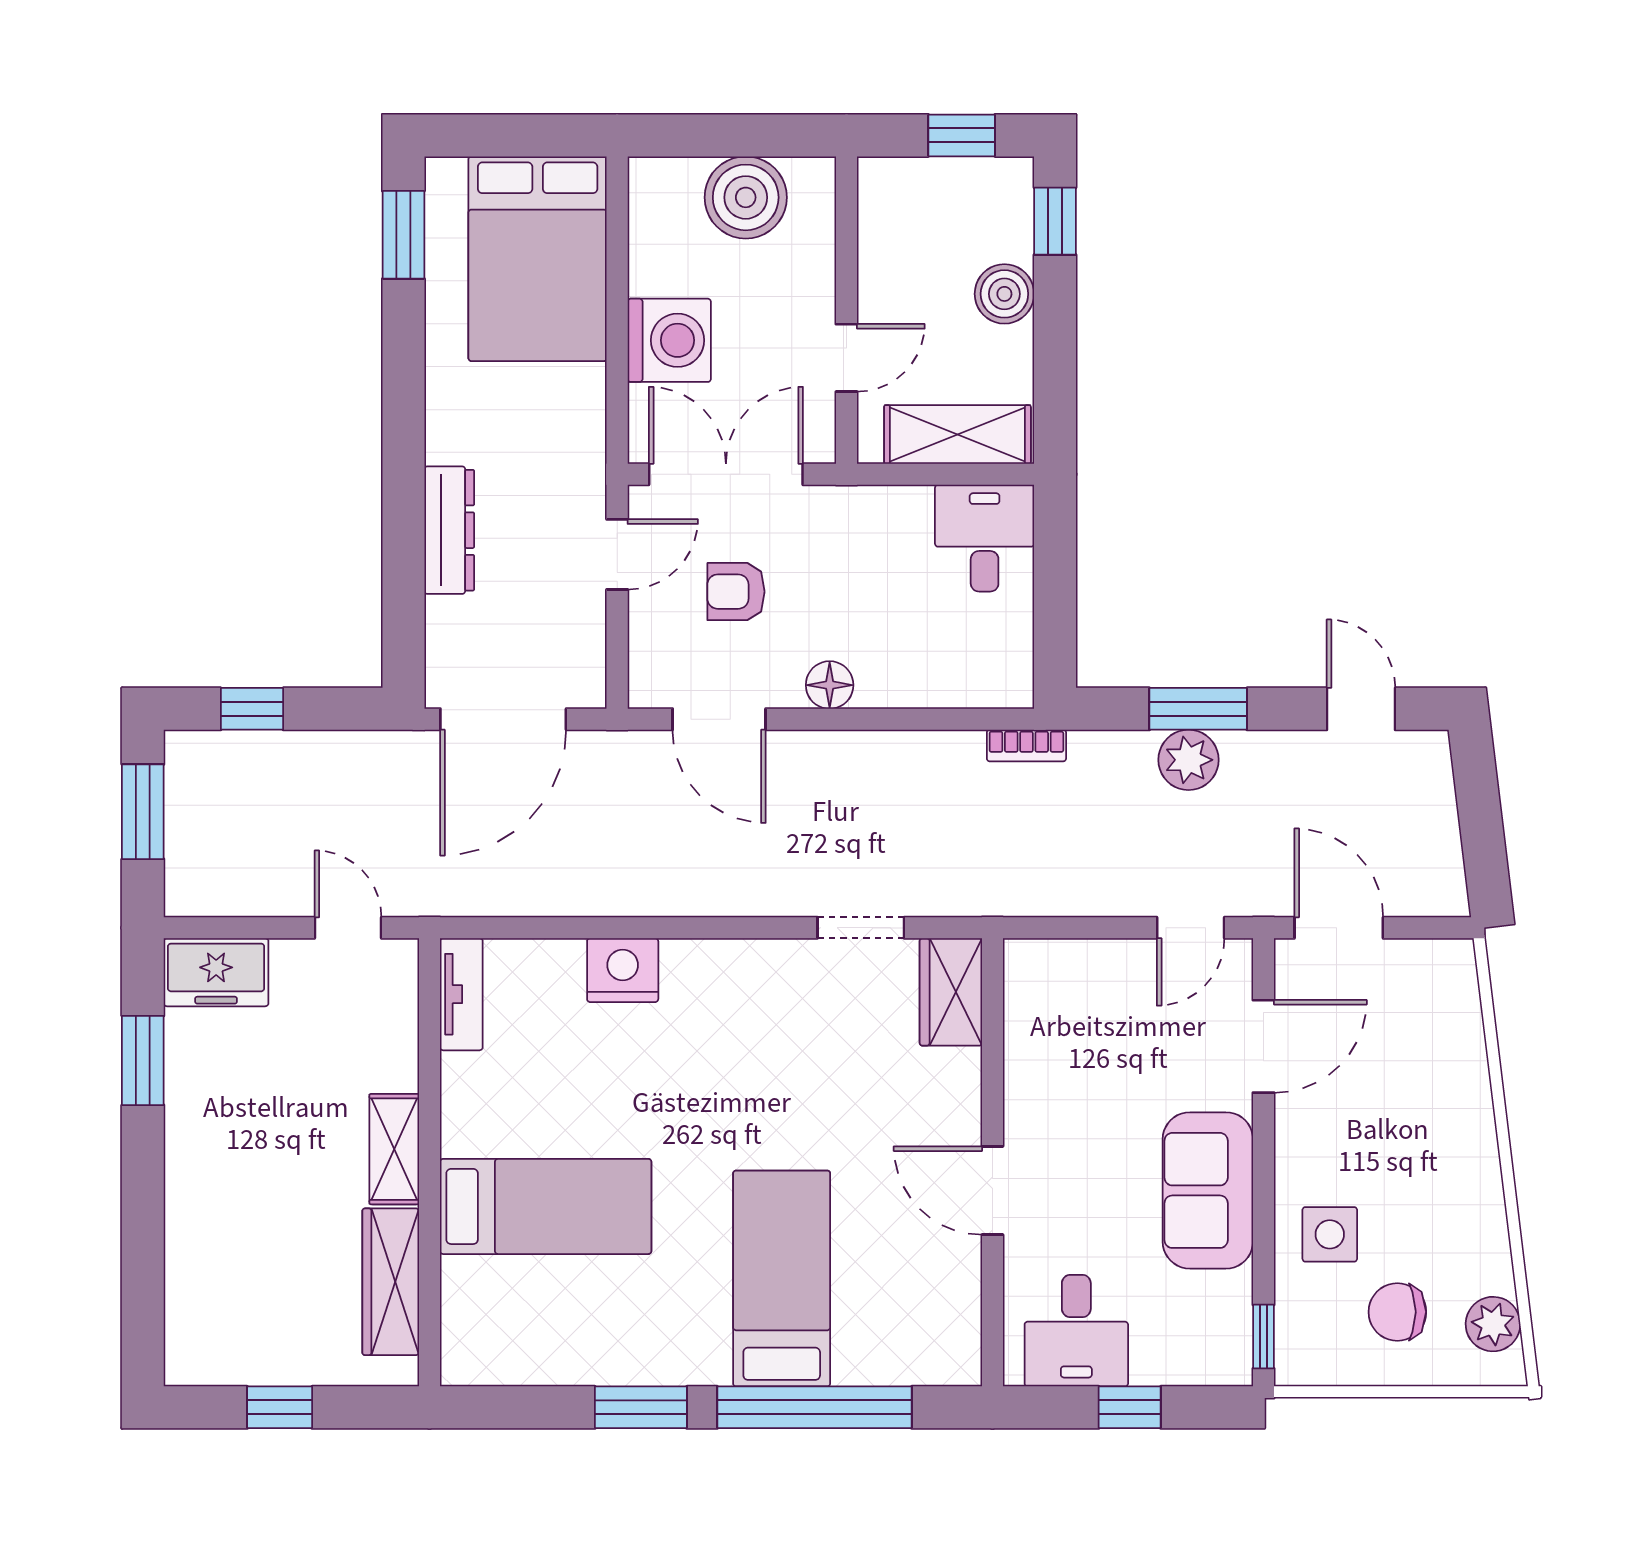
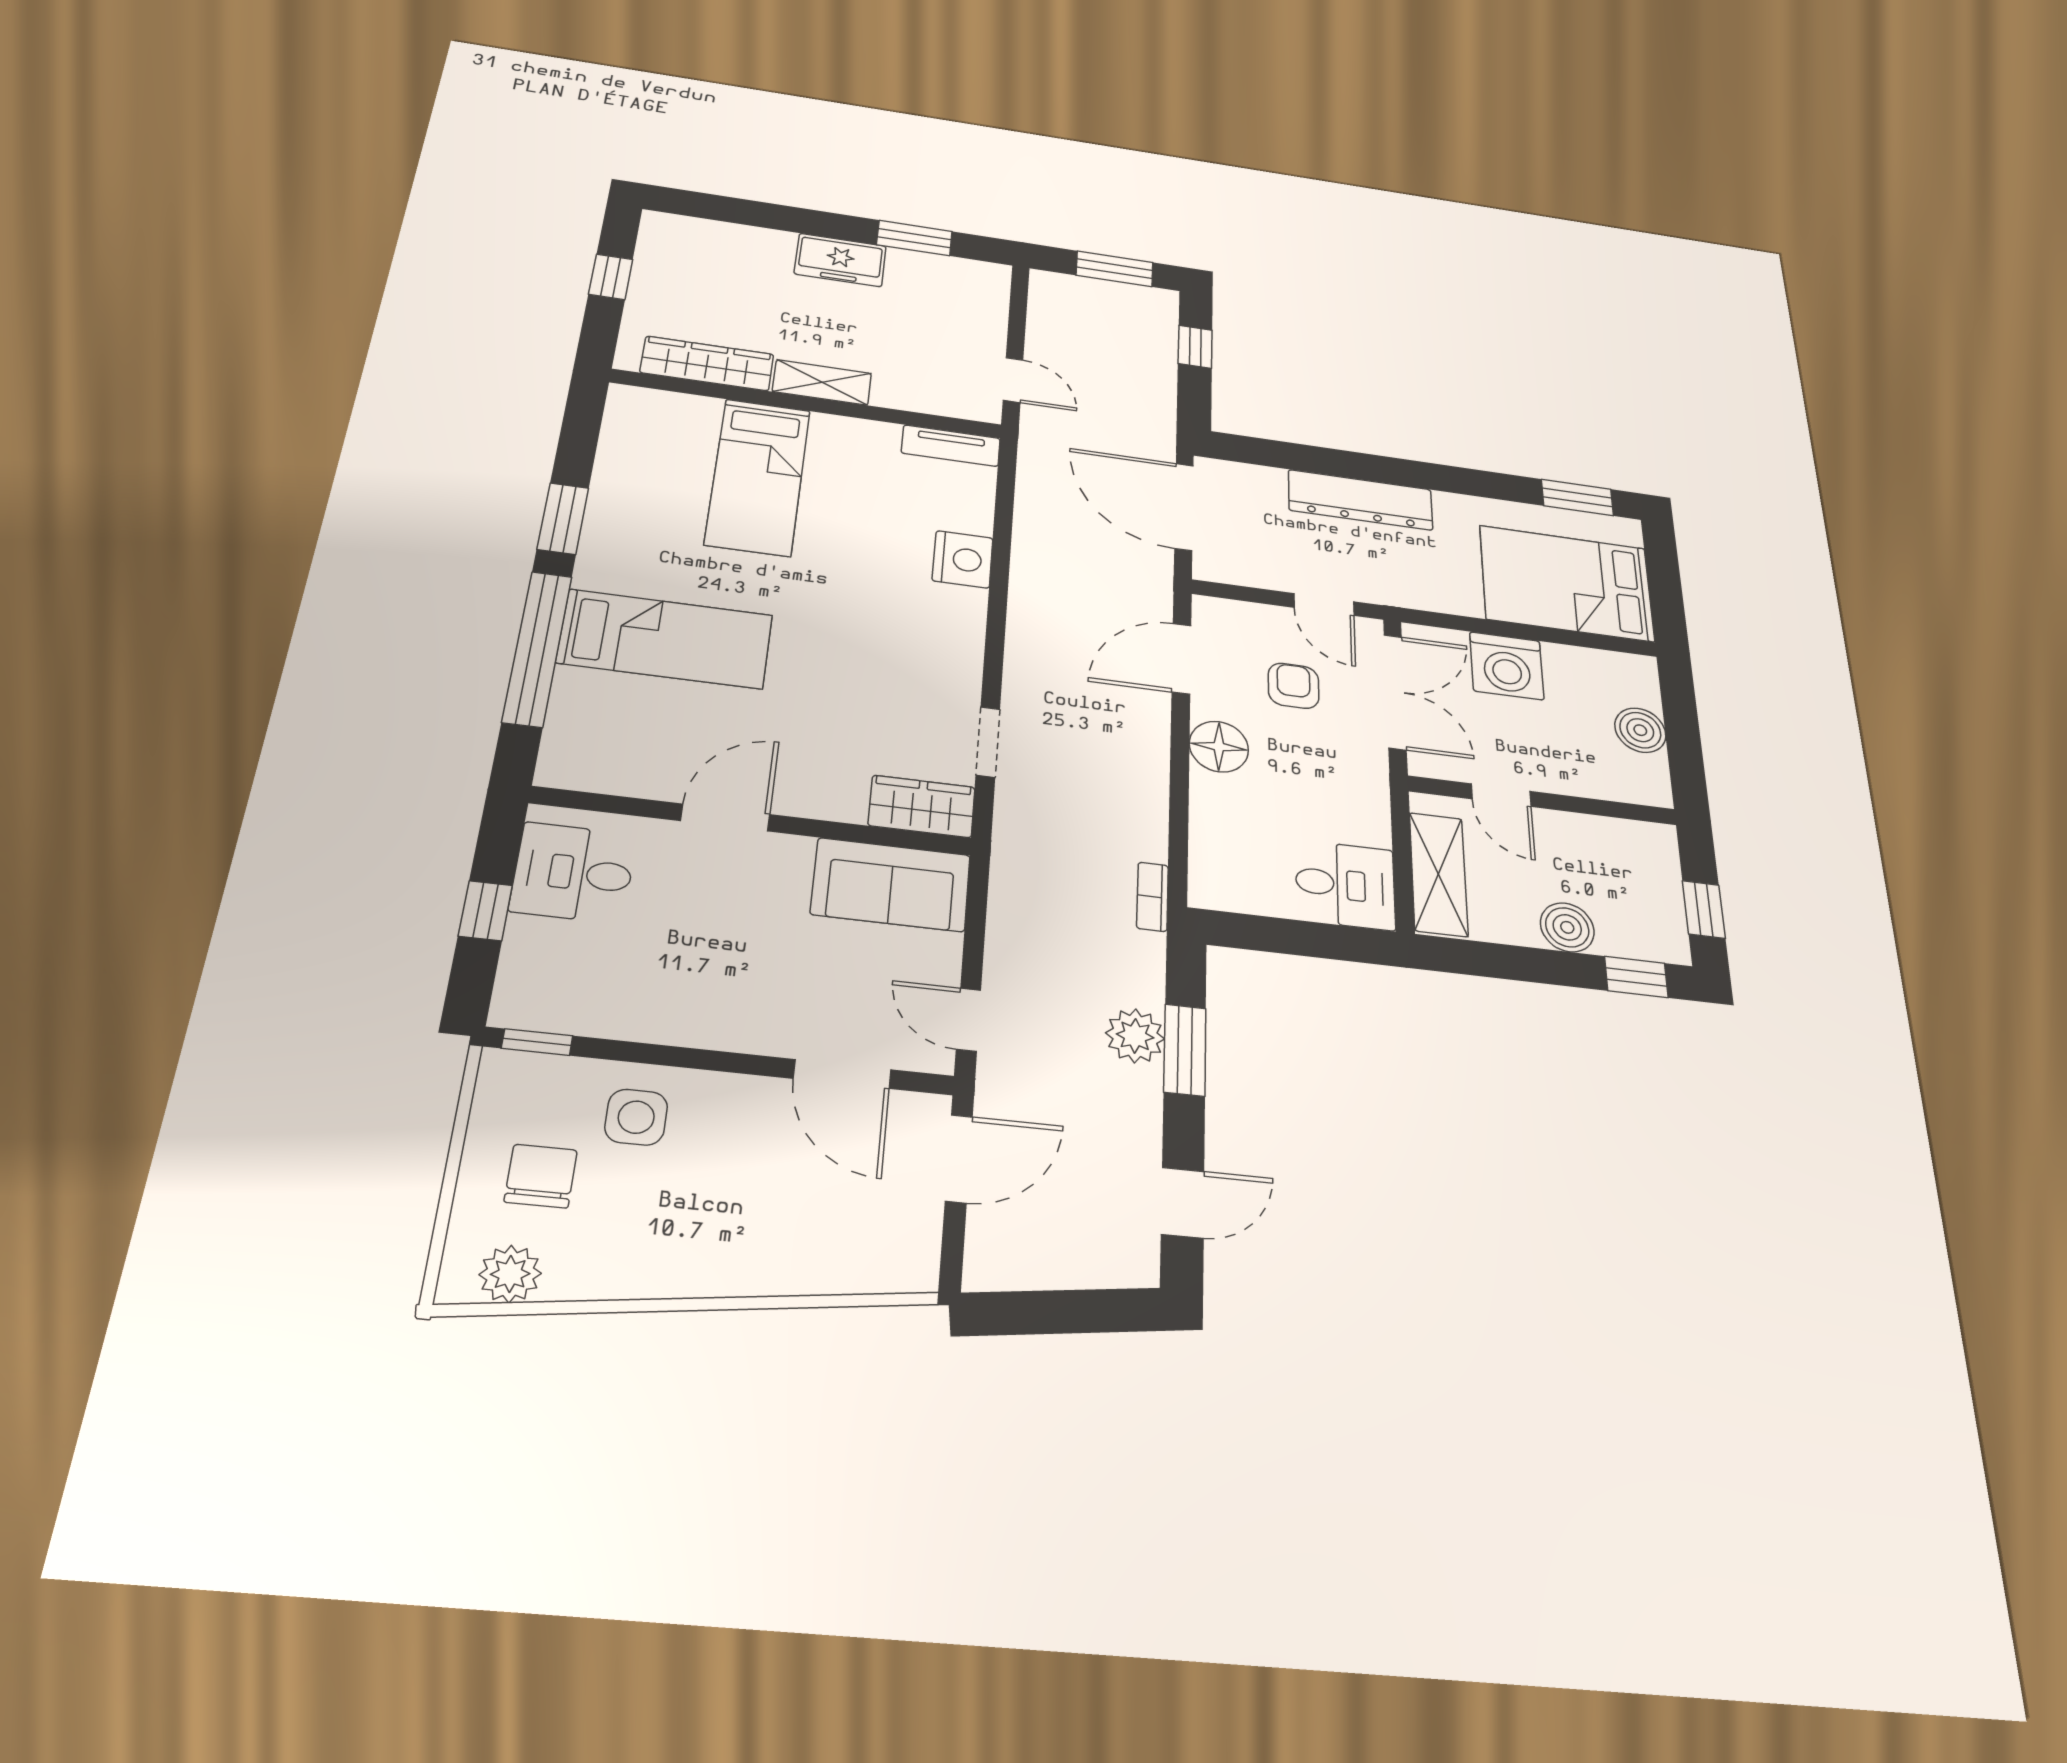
boiler: (746, 197) -> (1640, 730), width x0.73, depth x0.73
dresser: (449, 530) -> (1361, 500), width x1.37, depth x1.24
floor lamp: (830, 685) -> (1219, 747), width x1.38, depth x1.38
door: (348, 928) -> (1013, 380), hinge flipped
freezer: (216, 972) -> (840, 260), moved, turned -90
sofa: (1208, 1190) -> (891, 885), moved, turned 180

